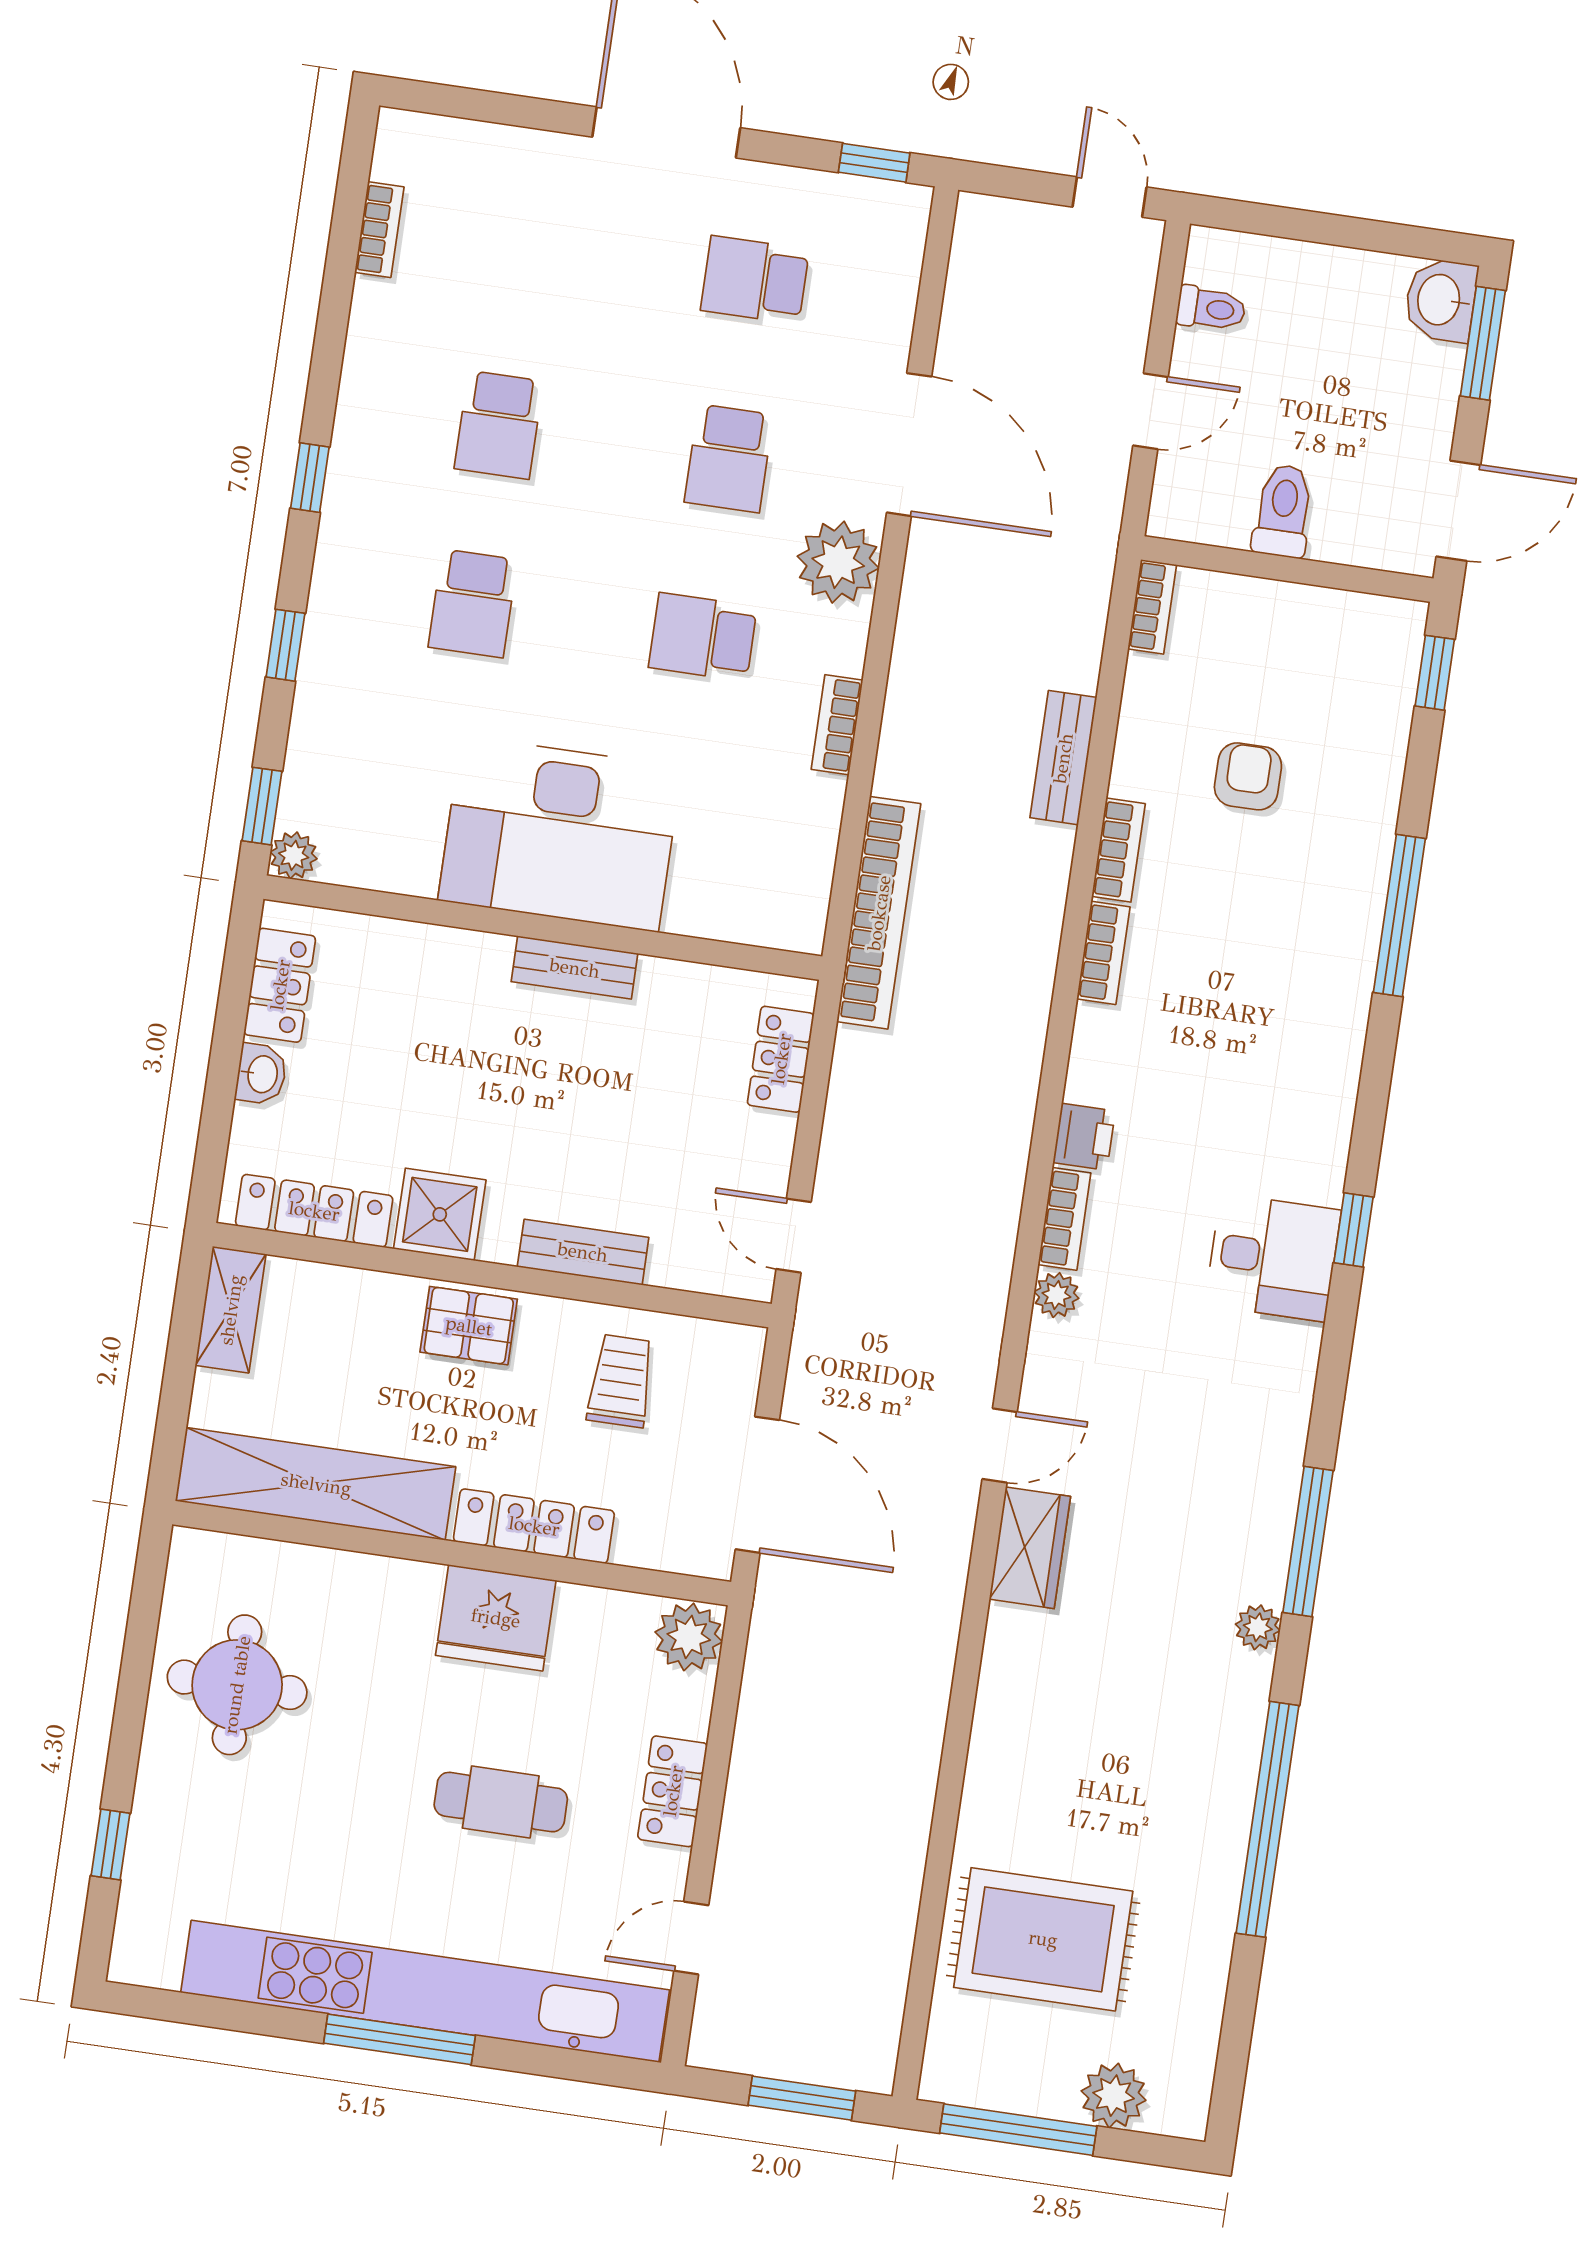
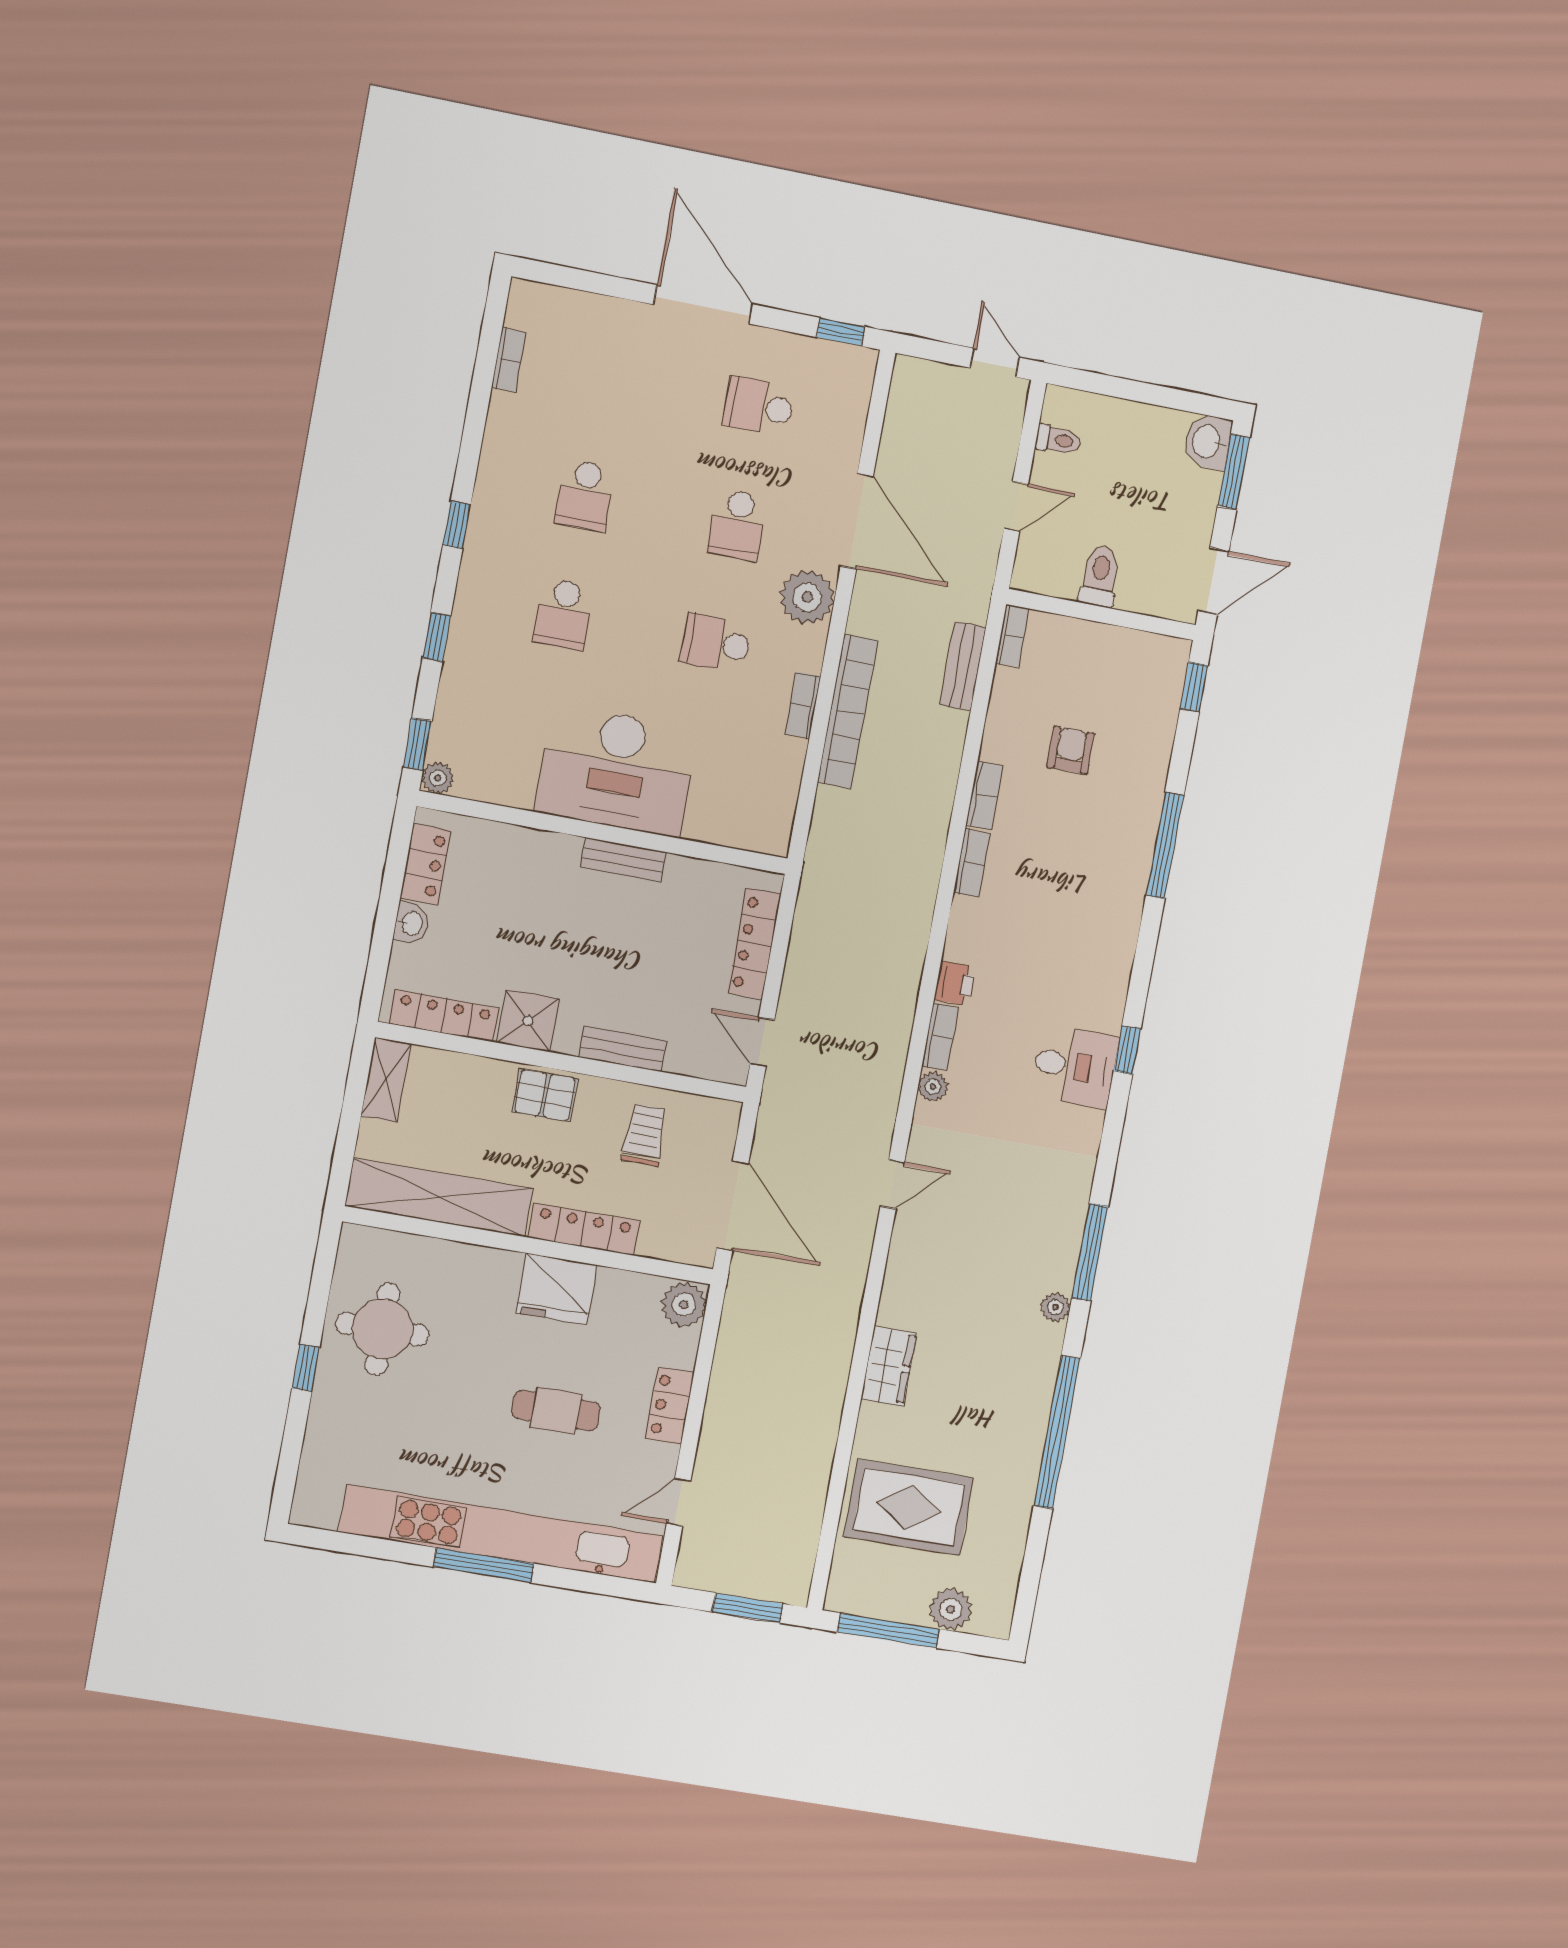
bench: (1063, 758) -> (963, 666), moved
bookcase: (879, 913) -> (847, 712), moved
locker: (781, 1059) -> (754, 944), width x1.53
wardrobe: (1030, 1548) -> (889, 1366), moved
window: (110, 1844) -> (306, 1368), moved

